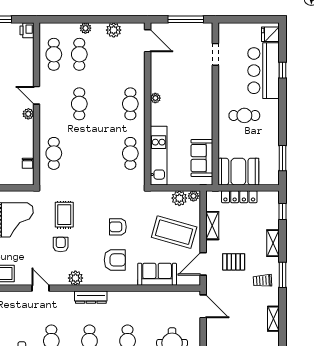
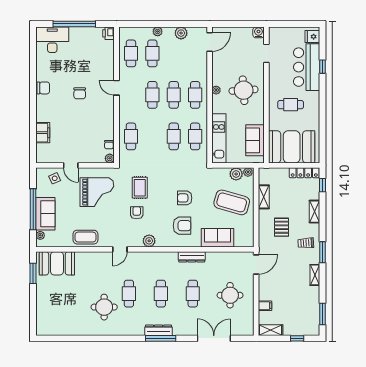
window: (186, 19) -> (241, 24), removed
water cooler: (206, 29) -> (258, 32), added
door: (148, 41) -> (210, 42), hinge flipped
round table: (188, 98) -> (244, 90), added
cafe table: (105, 104) -> (174, 95), added
plant: (28, 114) -> (110, 158), moved
cafe table: (105, 153) -> (174, 136), added
window: (282, 158) -> (323, 140), removed
booth: (238, 172) -> (292, 147), width x1.36, depth x1.42
locker: (239, 197) -> (304, 173), moved
pallet: (234, 262) -> (282, 227), turned 90
door: (203, 264) -> (256, 229), removed
window: (282, 275) -> (323, 252), moved
door: (40, 288) -> (120, 249), swing flipped
dresser: (91, 297) -> (192, 257), moved
door: (203, 306) -> (256, 264), hinge flipped

